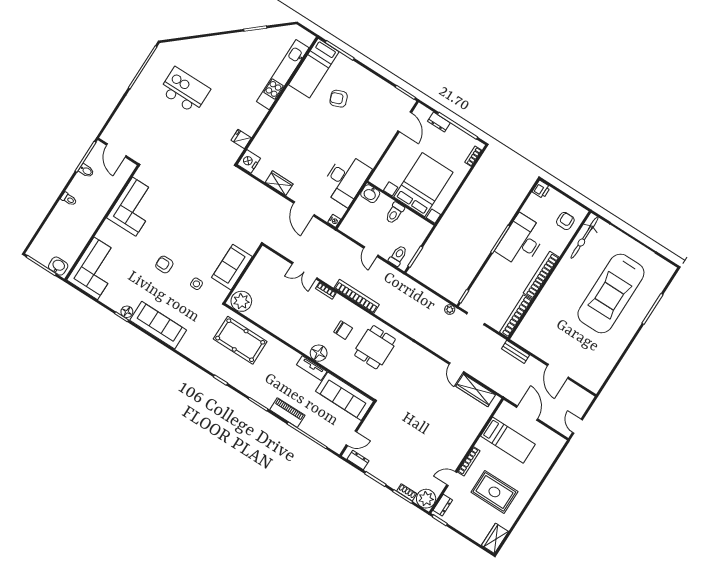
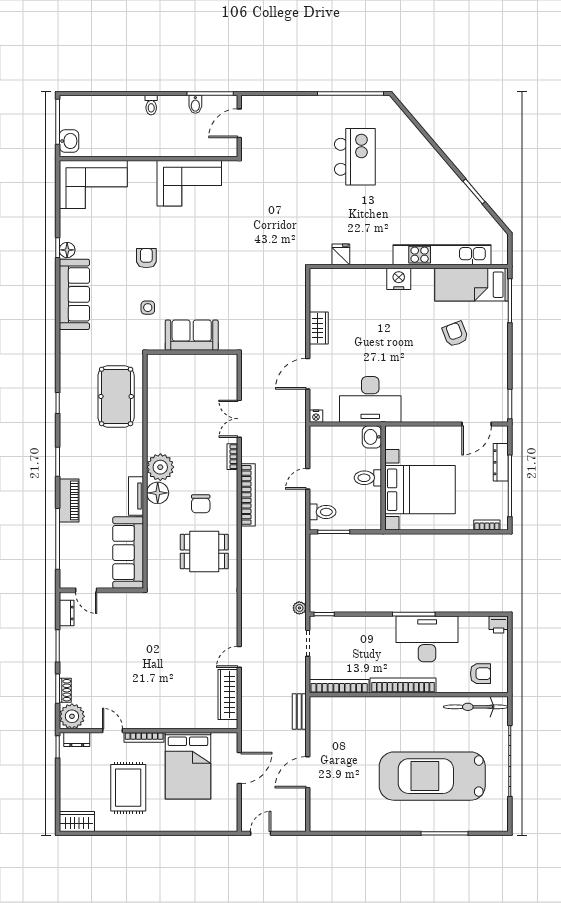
dresser: (439, 122) -> (501, 462), width x1.44
nightstand: (249, 161) -> (399, 279), moved
plant: (241, 301) -> (160, 467), moved
bed: (508, 440) -> (188, 766), width x1.50

